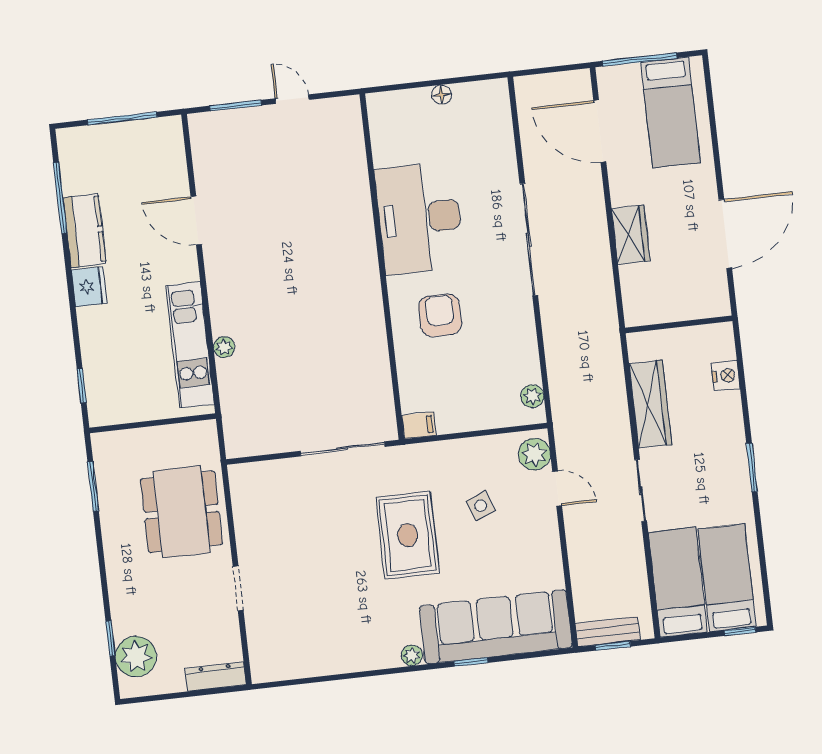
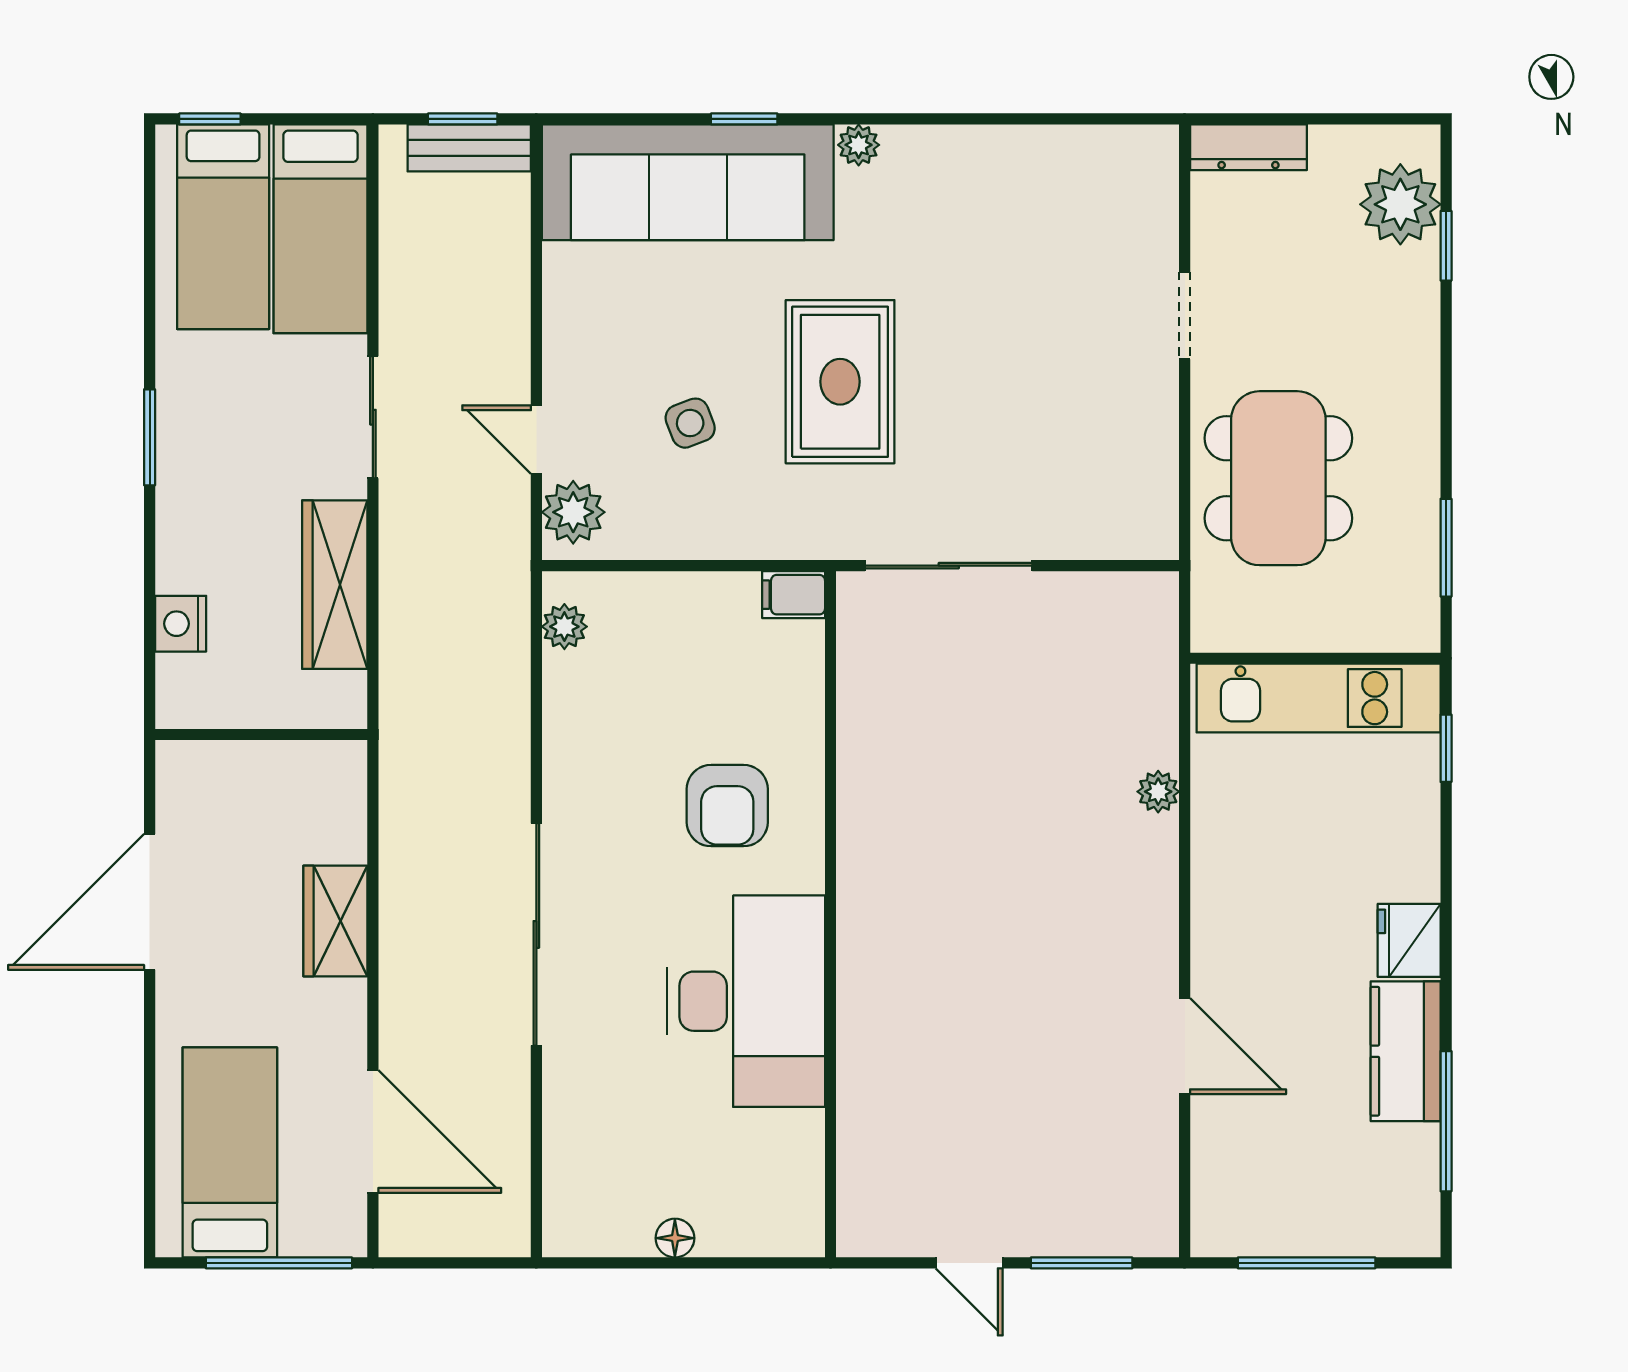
kitchen unit: (190, 345) -> (1319, 698), moved, turned 90

